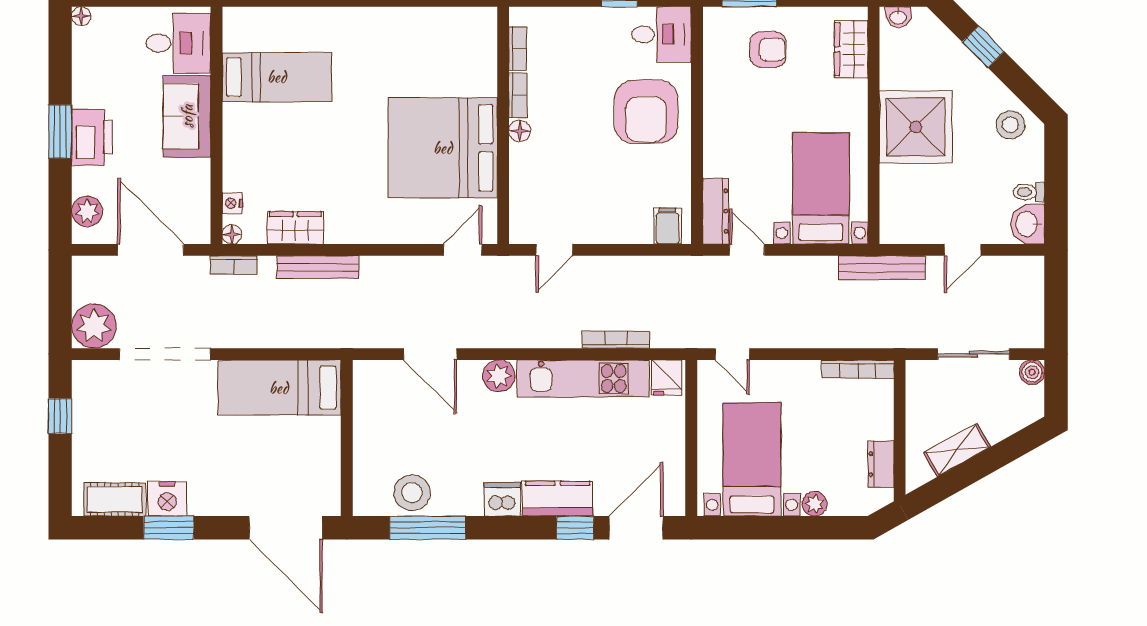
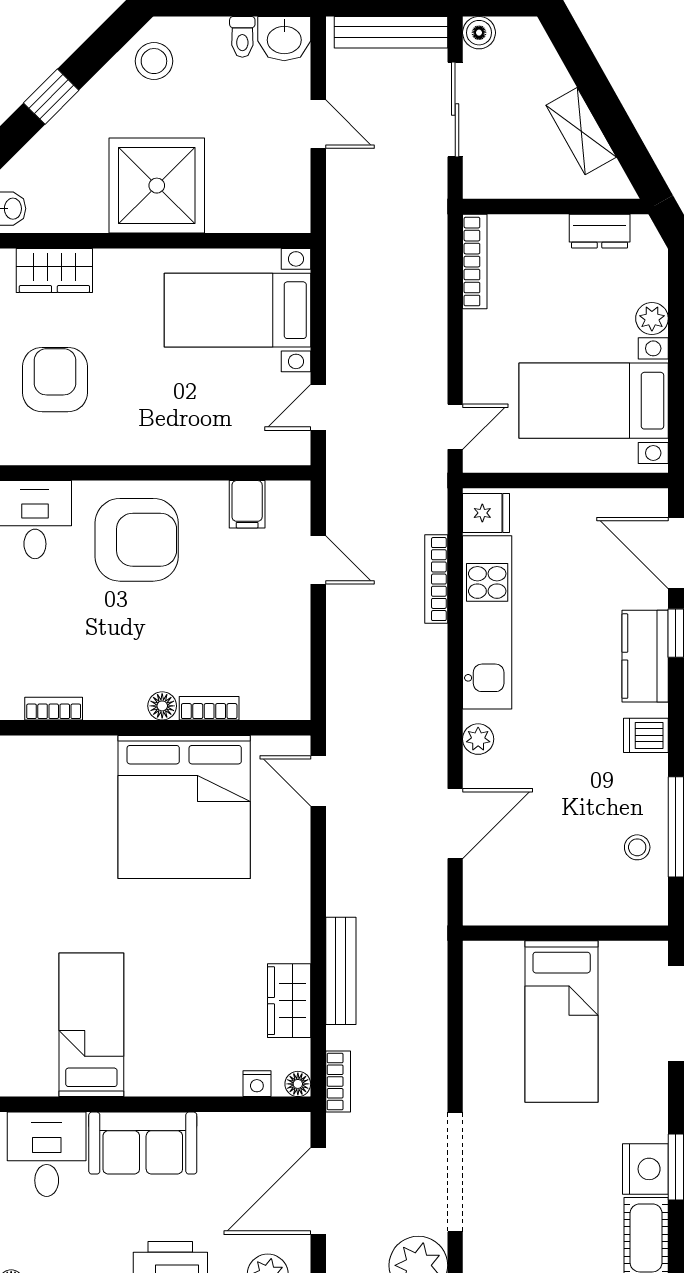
armchair: (768, 50) -> (55, 380), width x1.38, depth x1.38
bookcase: (518, 95) -> (209, 708), moved
dresser: (716, 211) -> (267, 448), removed
filing cabinet: (668, 226) -> (247, 504), moved, turned -90
door: (554, 250) -> (318, 560), moved
bench: (882, 268) -> (391, 32), moved, turned 90
plant: (499, 376) -> (478, 739), width x0.73, depth x0.73
bed: (279, 388) -> (562, 1022), moved
stool: (412, 493) -> (637, 847), width x0.53, depth x0.53
dishwasher: (502, 499) -> (646, 735), width x0.73

